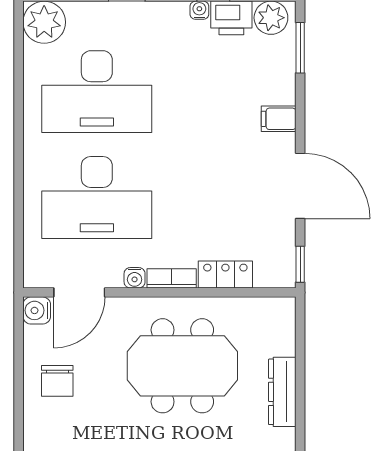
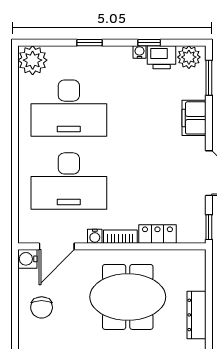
filing cabinet: (279, 119) -> (194, 118), width x2.00

